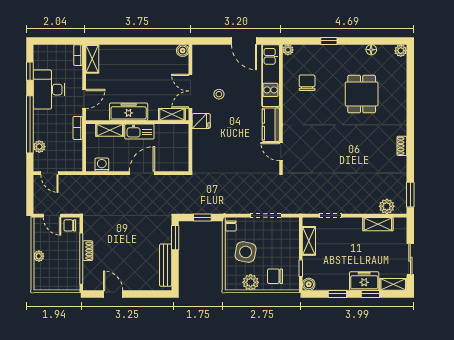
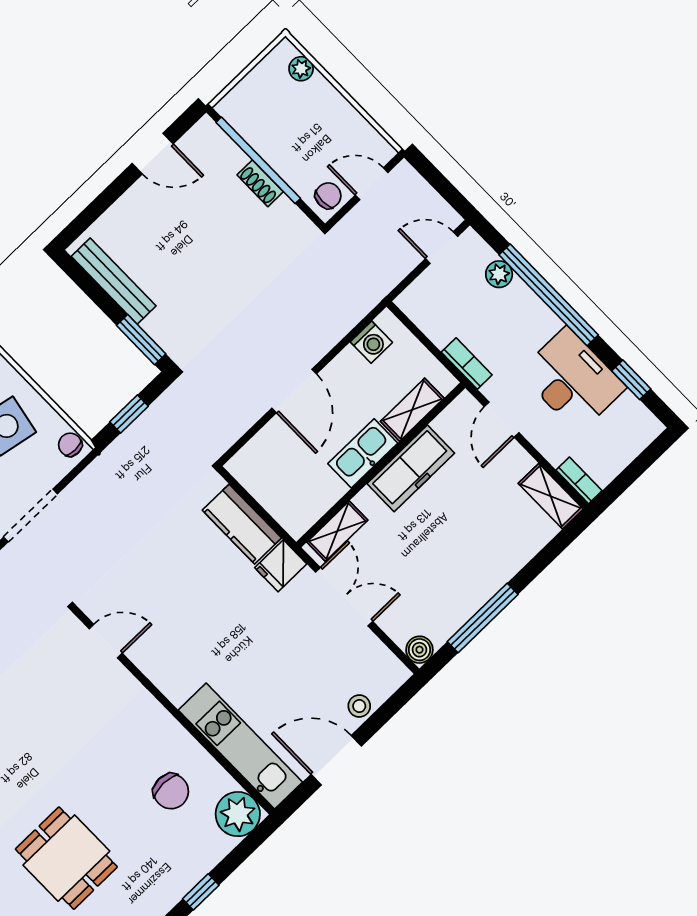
window: (152, 41) -> (483, 618), added
plant: (288, 50) -> (238, 814), width x1.88, depth x1.88
stool: (219, 94) -> (359, 706), moved
kitchen counter: (271, 125) -> (242, 524), moved, turned 180
plant: (39, 256) -> (301, 69), moved

